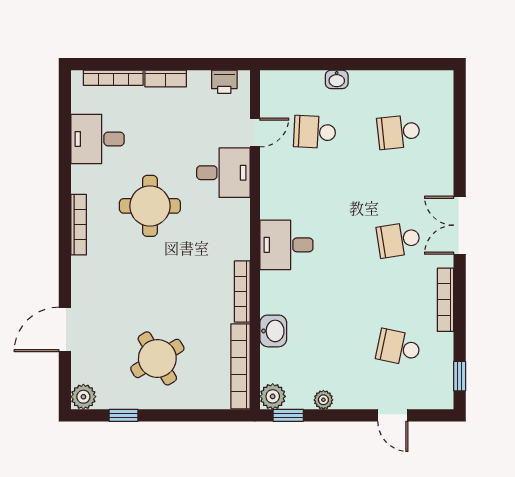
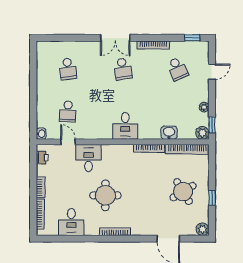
washbasin: (337, 79) -> (41, 134), moved
school desk: (399, 348) -> (177, 69), turned -36
window: (124, 415) -> (212, 198), moved

